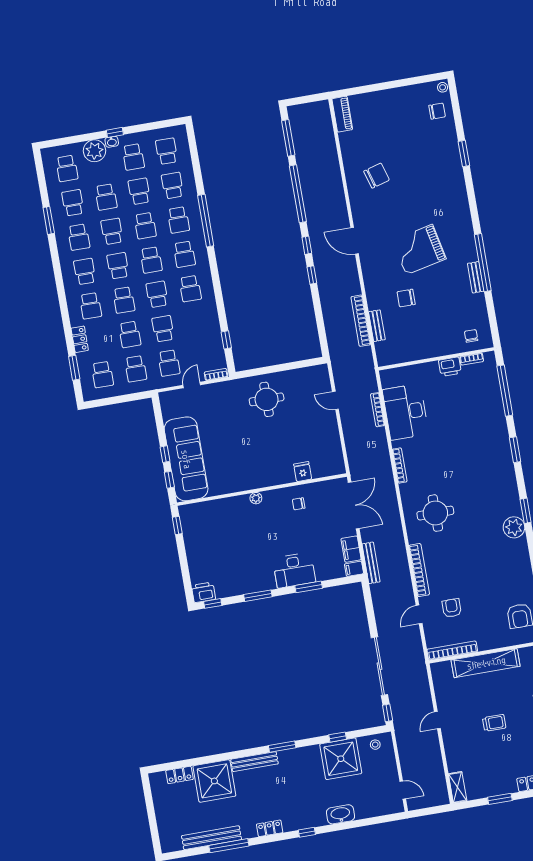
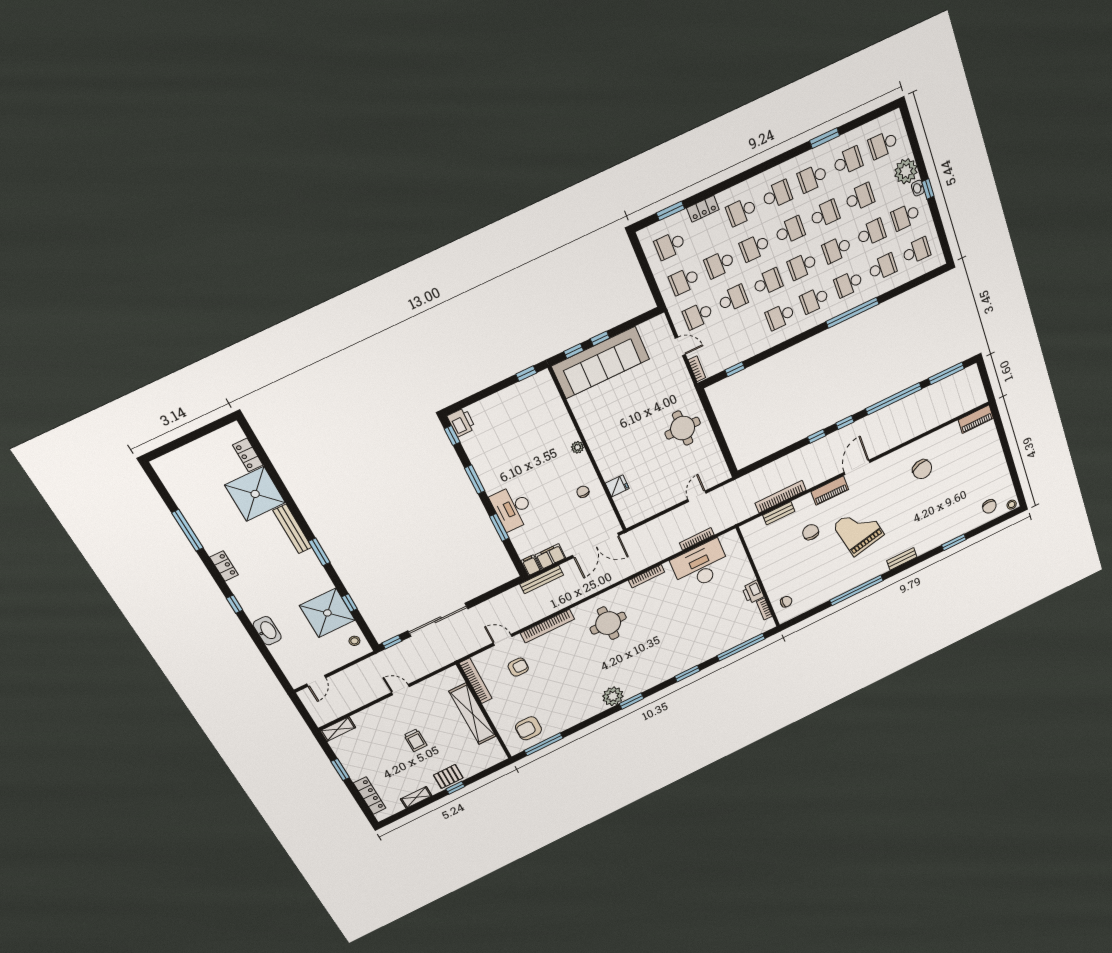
school desk: (106, 197) -> (860, 197), turned 180
piano: (370, 272) -> (830, 491), added
bench: (476, 277) -> (902, 559), moved
bench: (212, 838) -> (189, 510), removed

